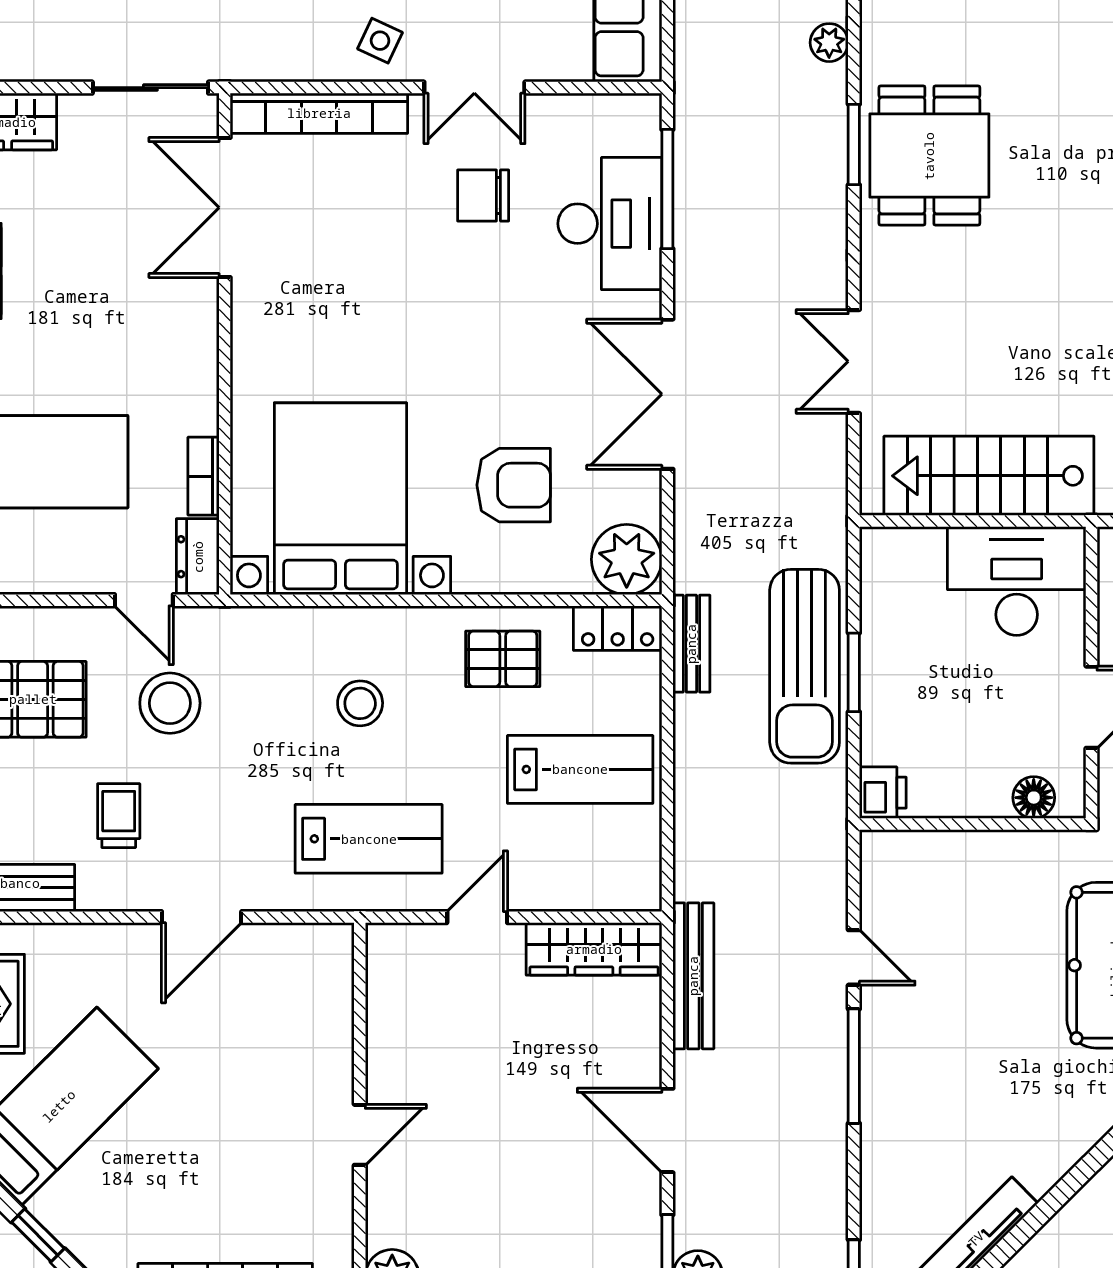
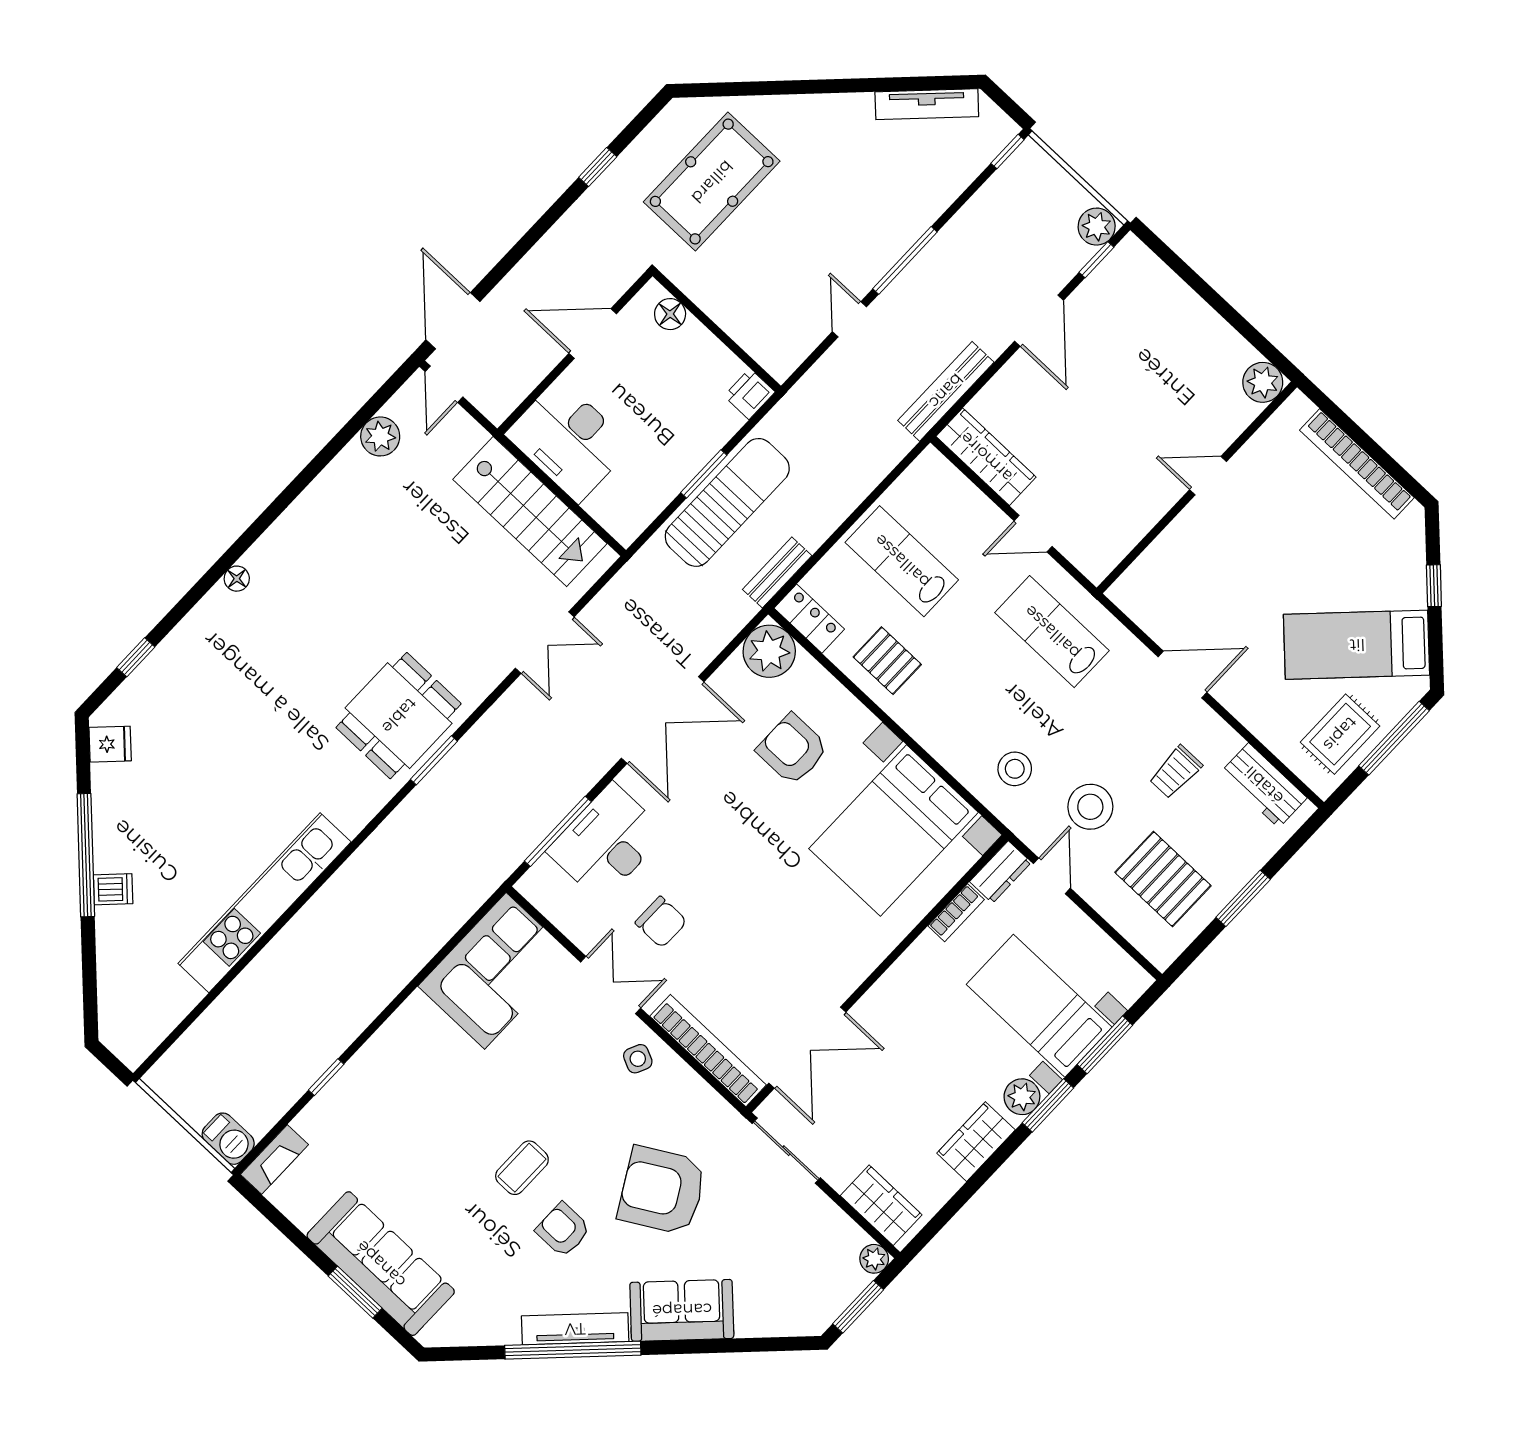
plant: (829, 43) -> (395, 828), removed
stool: (360, 703) -> (1015, 769), moved

